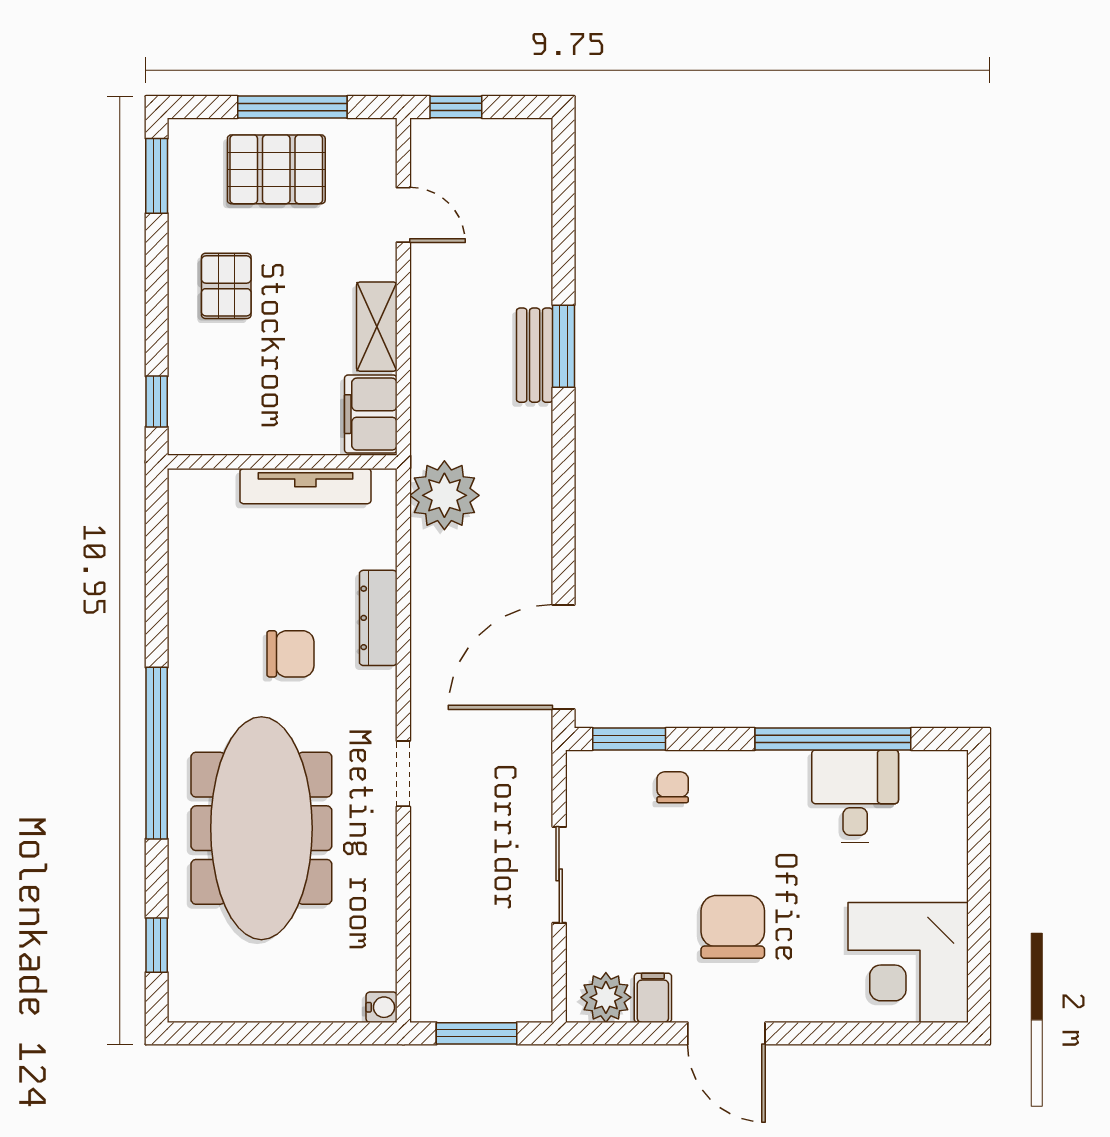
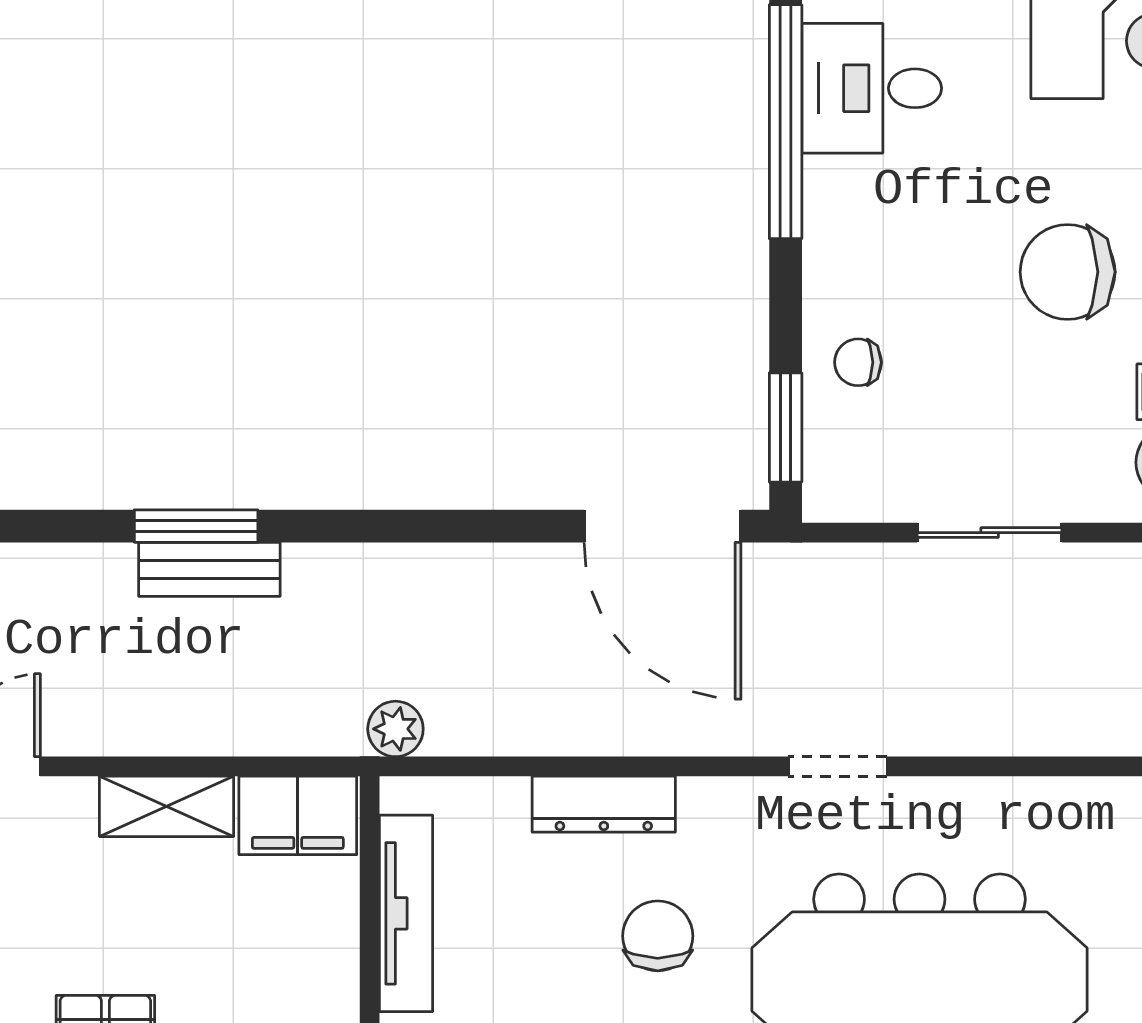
plant: (444, 495) -> (395, 729), width x0.53, depth x0.53

